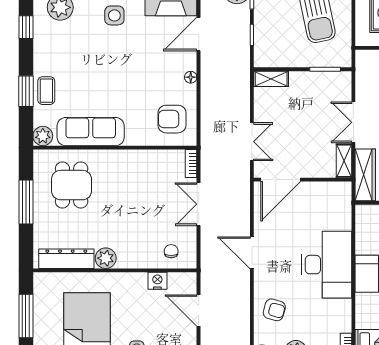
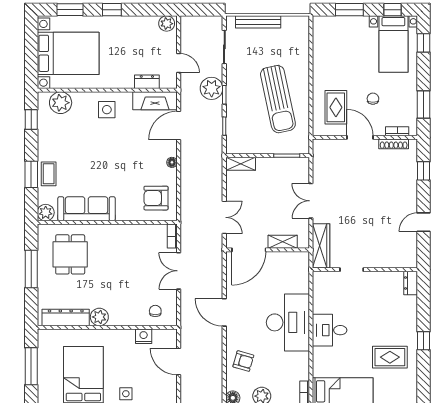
shelving: (344, 161) -> (283, 242), moved, turned 90

